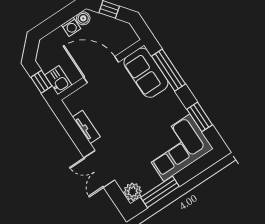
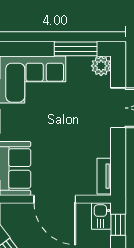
tv unit: (86, 127) -> (104, 176), moved

